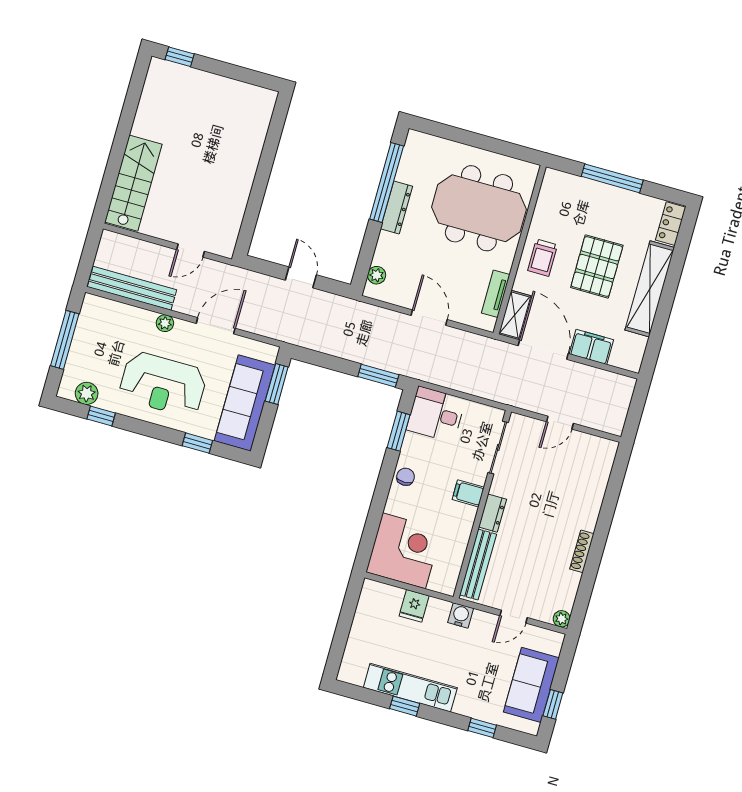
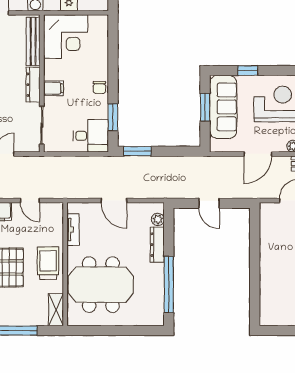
dresser: (396, 207) -> (157, 245), moved
trolley: (543, 258) -> (48, 263), width x1.36, depth x1.39
shelving: (515, 315) -> (56, 310), moved
door: (543, 350) -> (30, 201), width x0.53
window: (277, 384) -> (205, 107), moved
dresser: (493, 513) -> (33, 85), width x1.44
corner desk: (404, 551) -> (66, 37), moved, turned -90

